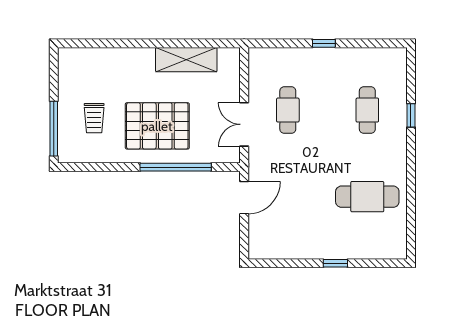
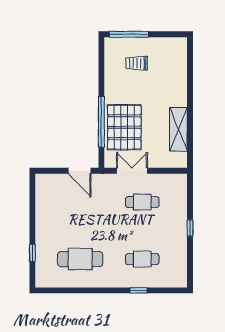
pallet: (157, 126) -> (124, 127), moved
cafe table: (367, 197) -> (80, 259), turned 90
window: (335, 263) -> (32, 253), moved

